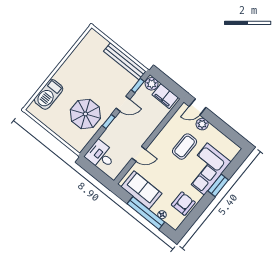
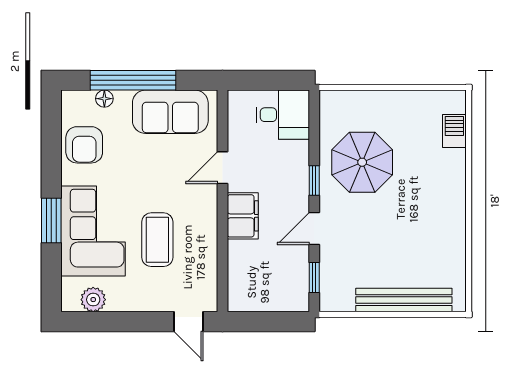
bench: (125, 61) -> (404, 300), moved
plant: (152, 84) -> (294, 299), removed
barbecue: (49, 94) -> (454, 131), width x0.53, depth x0.65
filing cabinet: (165, 96) -> (243, 216), moved, turned 90
door: (198, 107) -> (188, 322), swing flipped
plant: (202, 124) -> (93, 300), moved

